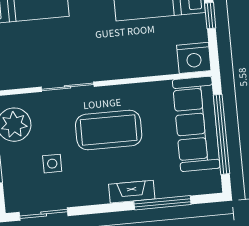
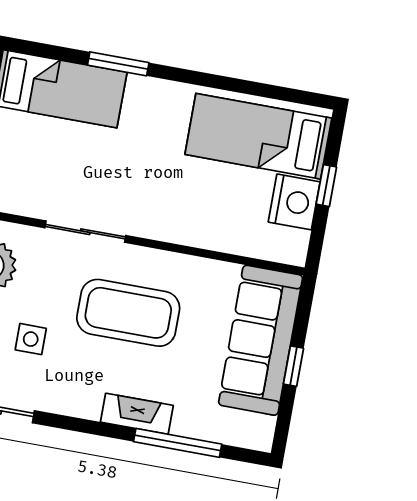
nightstand: (194, 58) -> (294, 202), moved, turned -90
window: (221, 134) -> (294, 366), width x0.32

